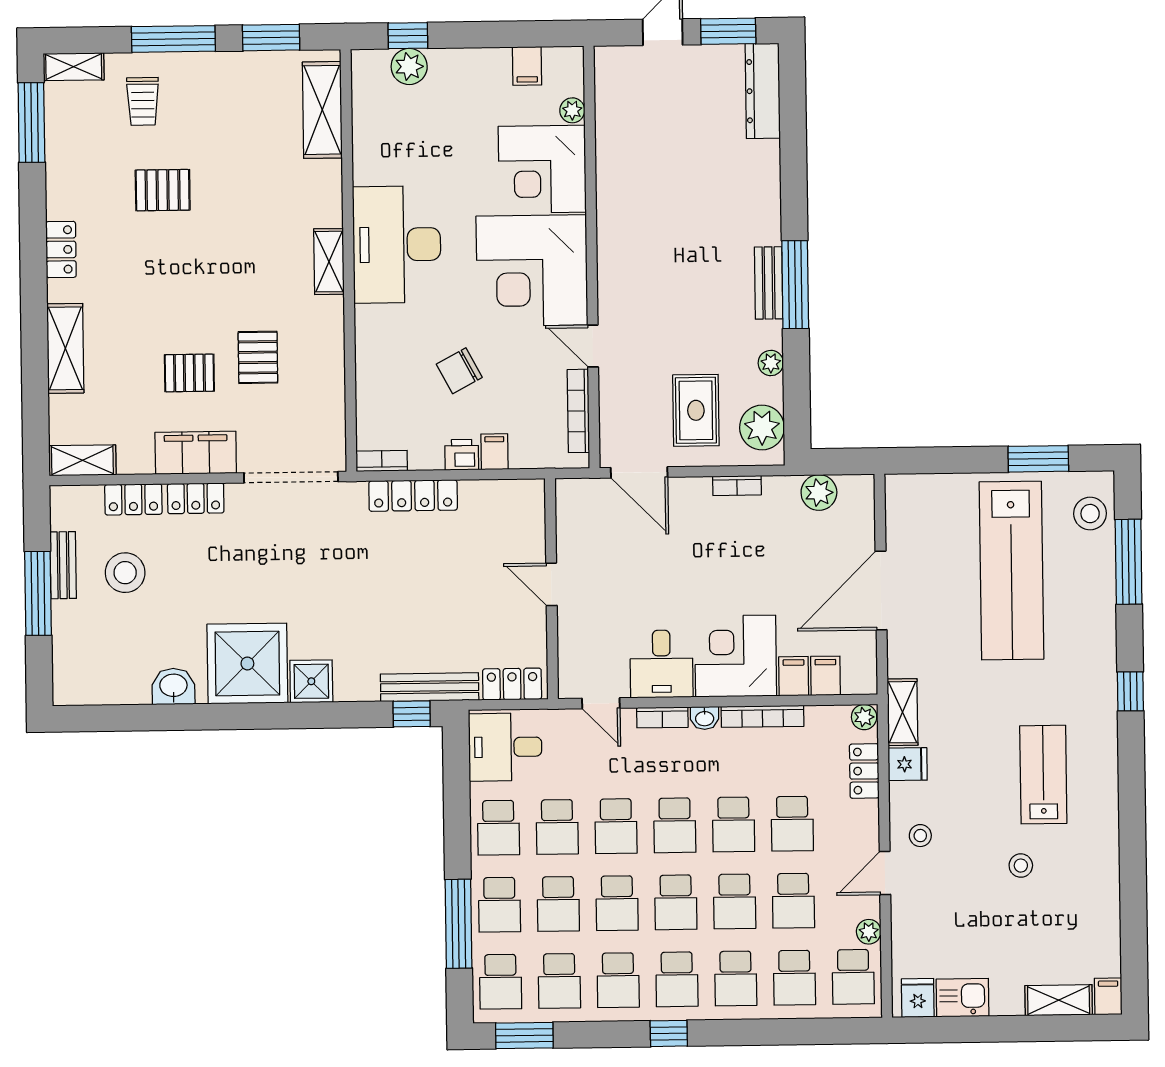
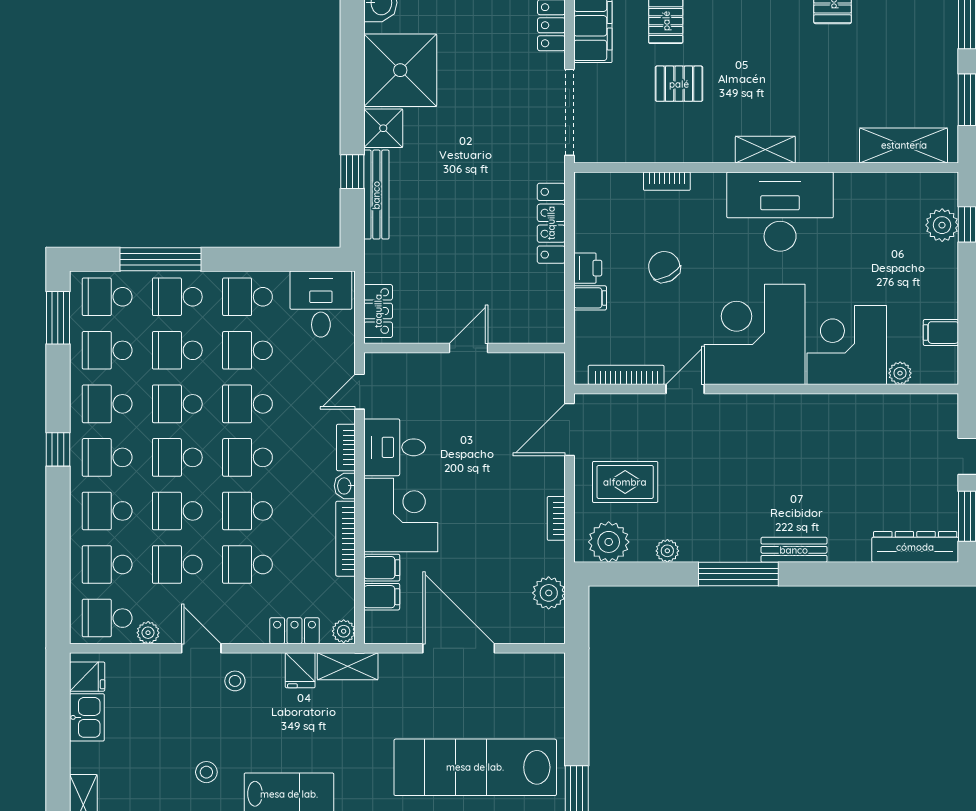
bench: (769, 283) -> (794, 550), moved
bookcase: (382, 461) -> (667, 181), moved, turned 90
bench: (430, 687) -> (376, 195), moved
window: (412, 714) -> (352, 172), moved

